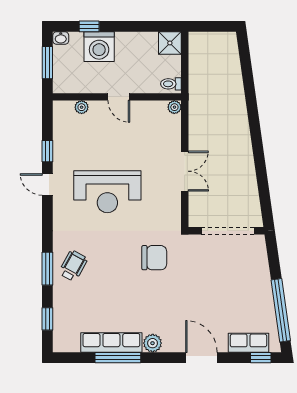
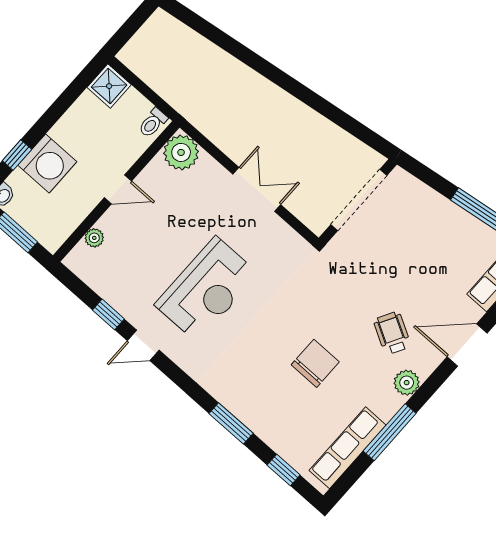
plant: (174, 107) -> (181, 152), width x1.87, depth x1.87
chair: (154, 258) -> (315, 363), moved
wheelchair: (73, 266) -> (392, 333), moved
row of seats: (111, 342) -> (348, 448), moved

